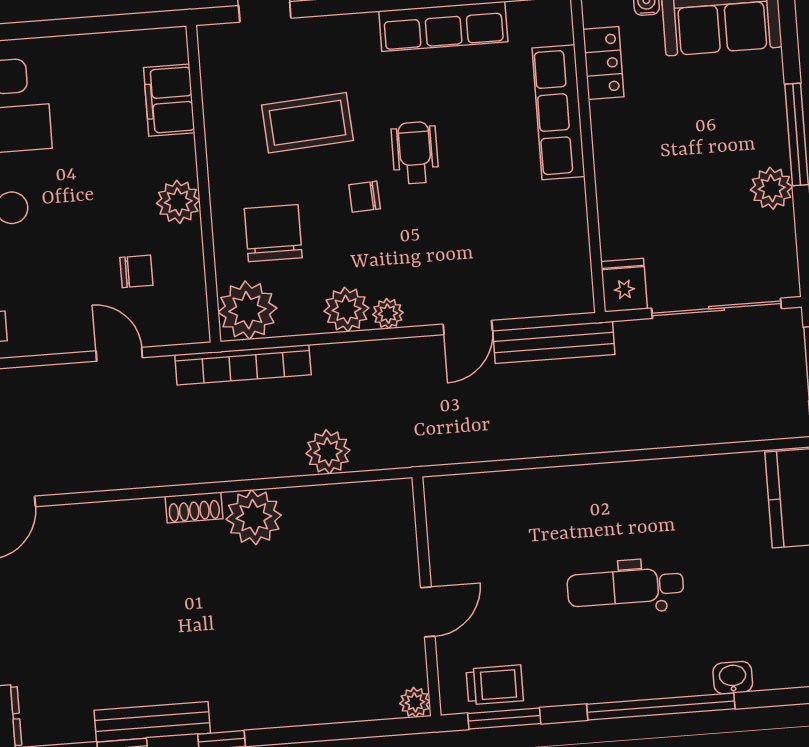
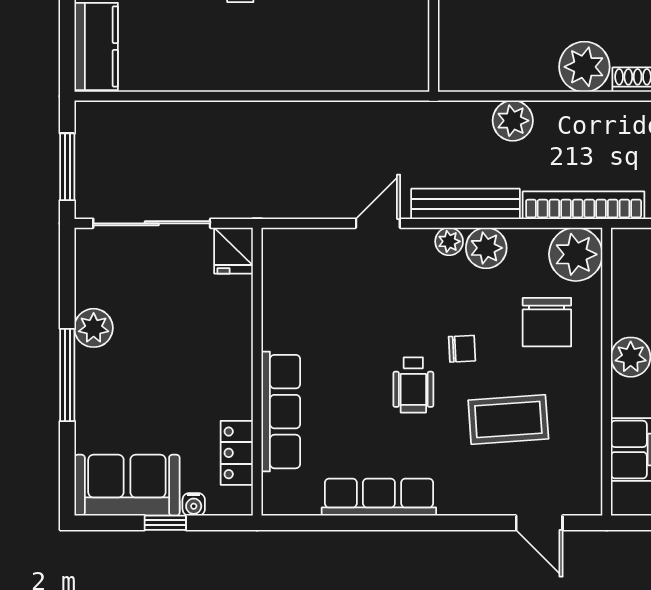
bench: (554, 342) -> (465, 204), moved

